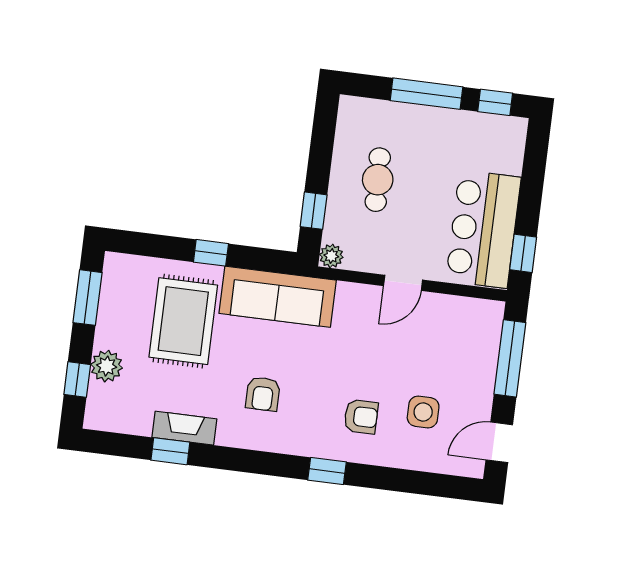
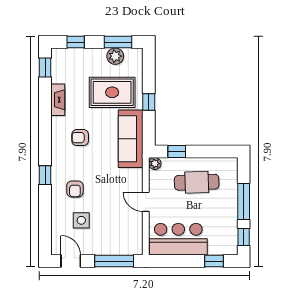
cafe table: (378, 180) -> (197, 182), width x1.37, depth x1.35
window: (523, 253) -> (214, 261), moved
plant: (107, 366) -> (115, 56), moved
window: (170, 451) -> (45, 68), moved

